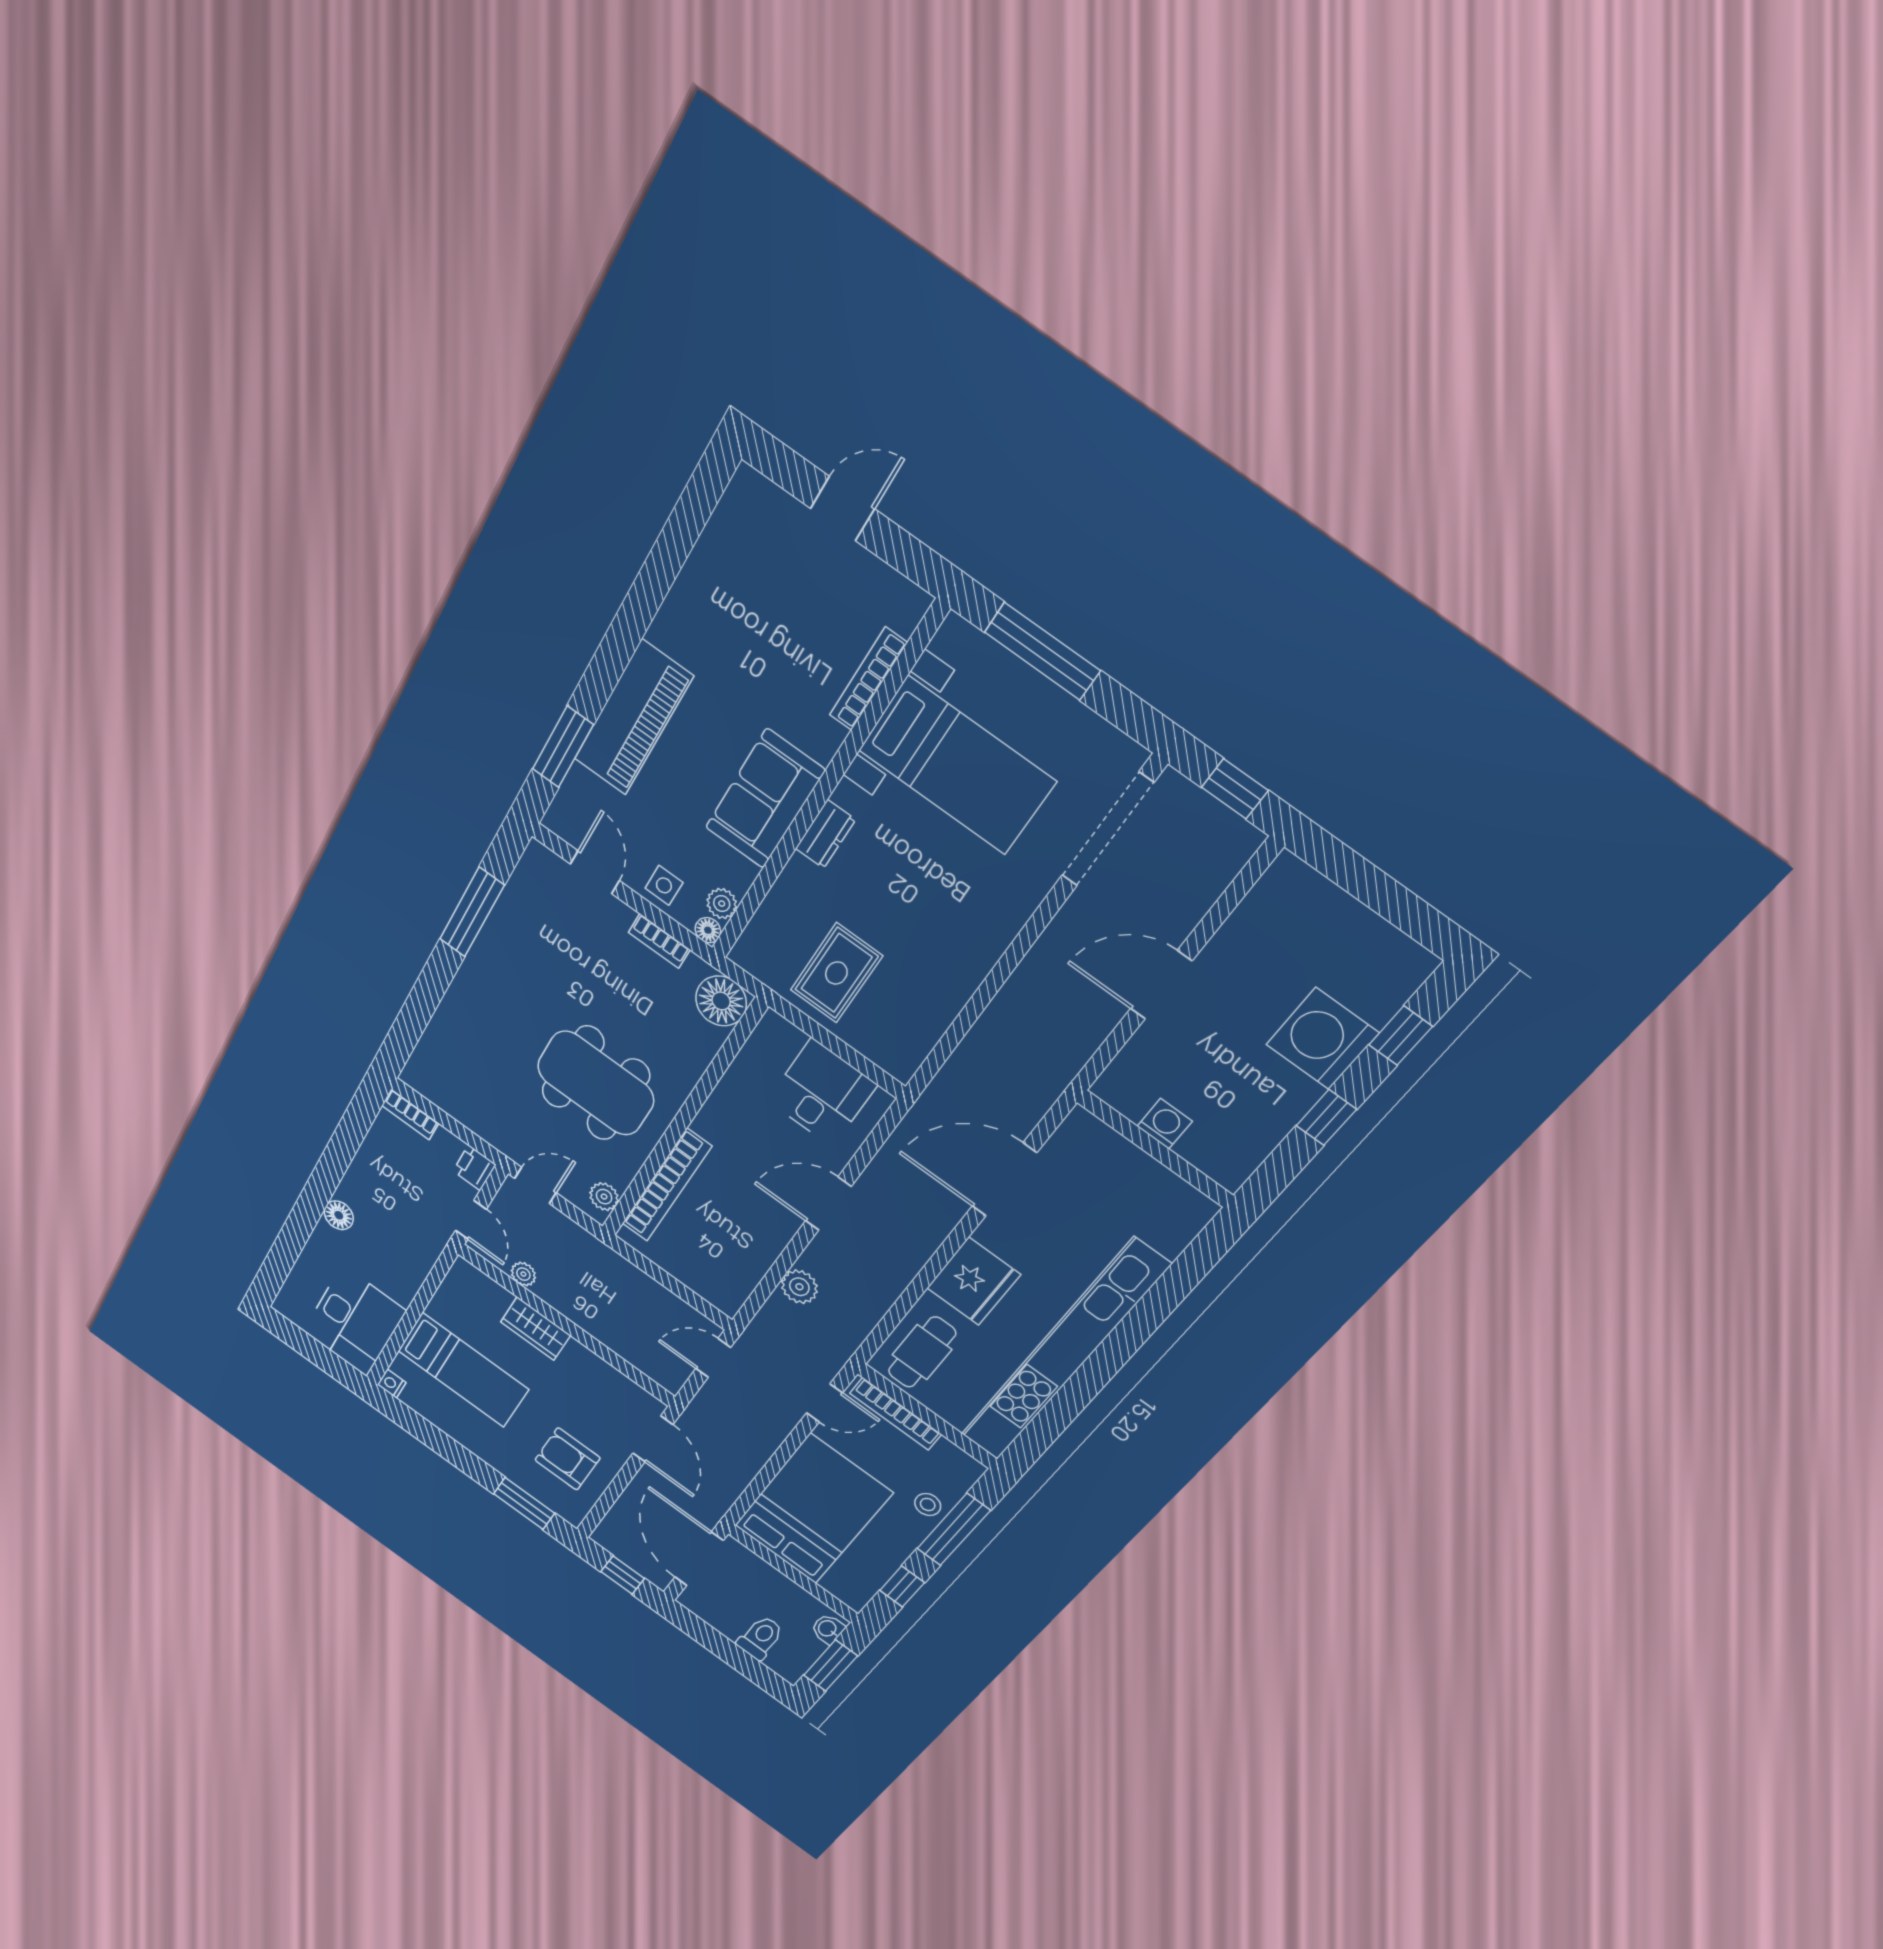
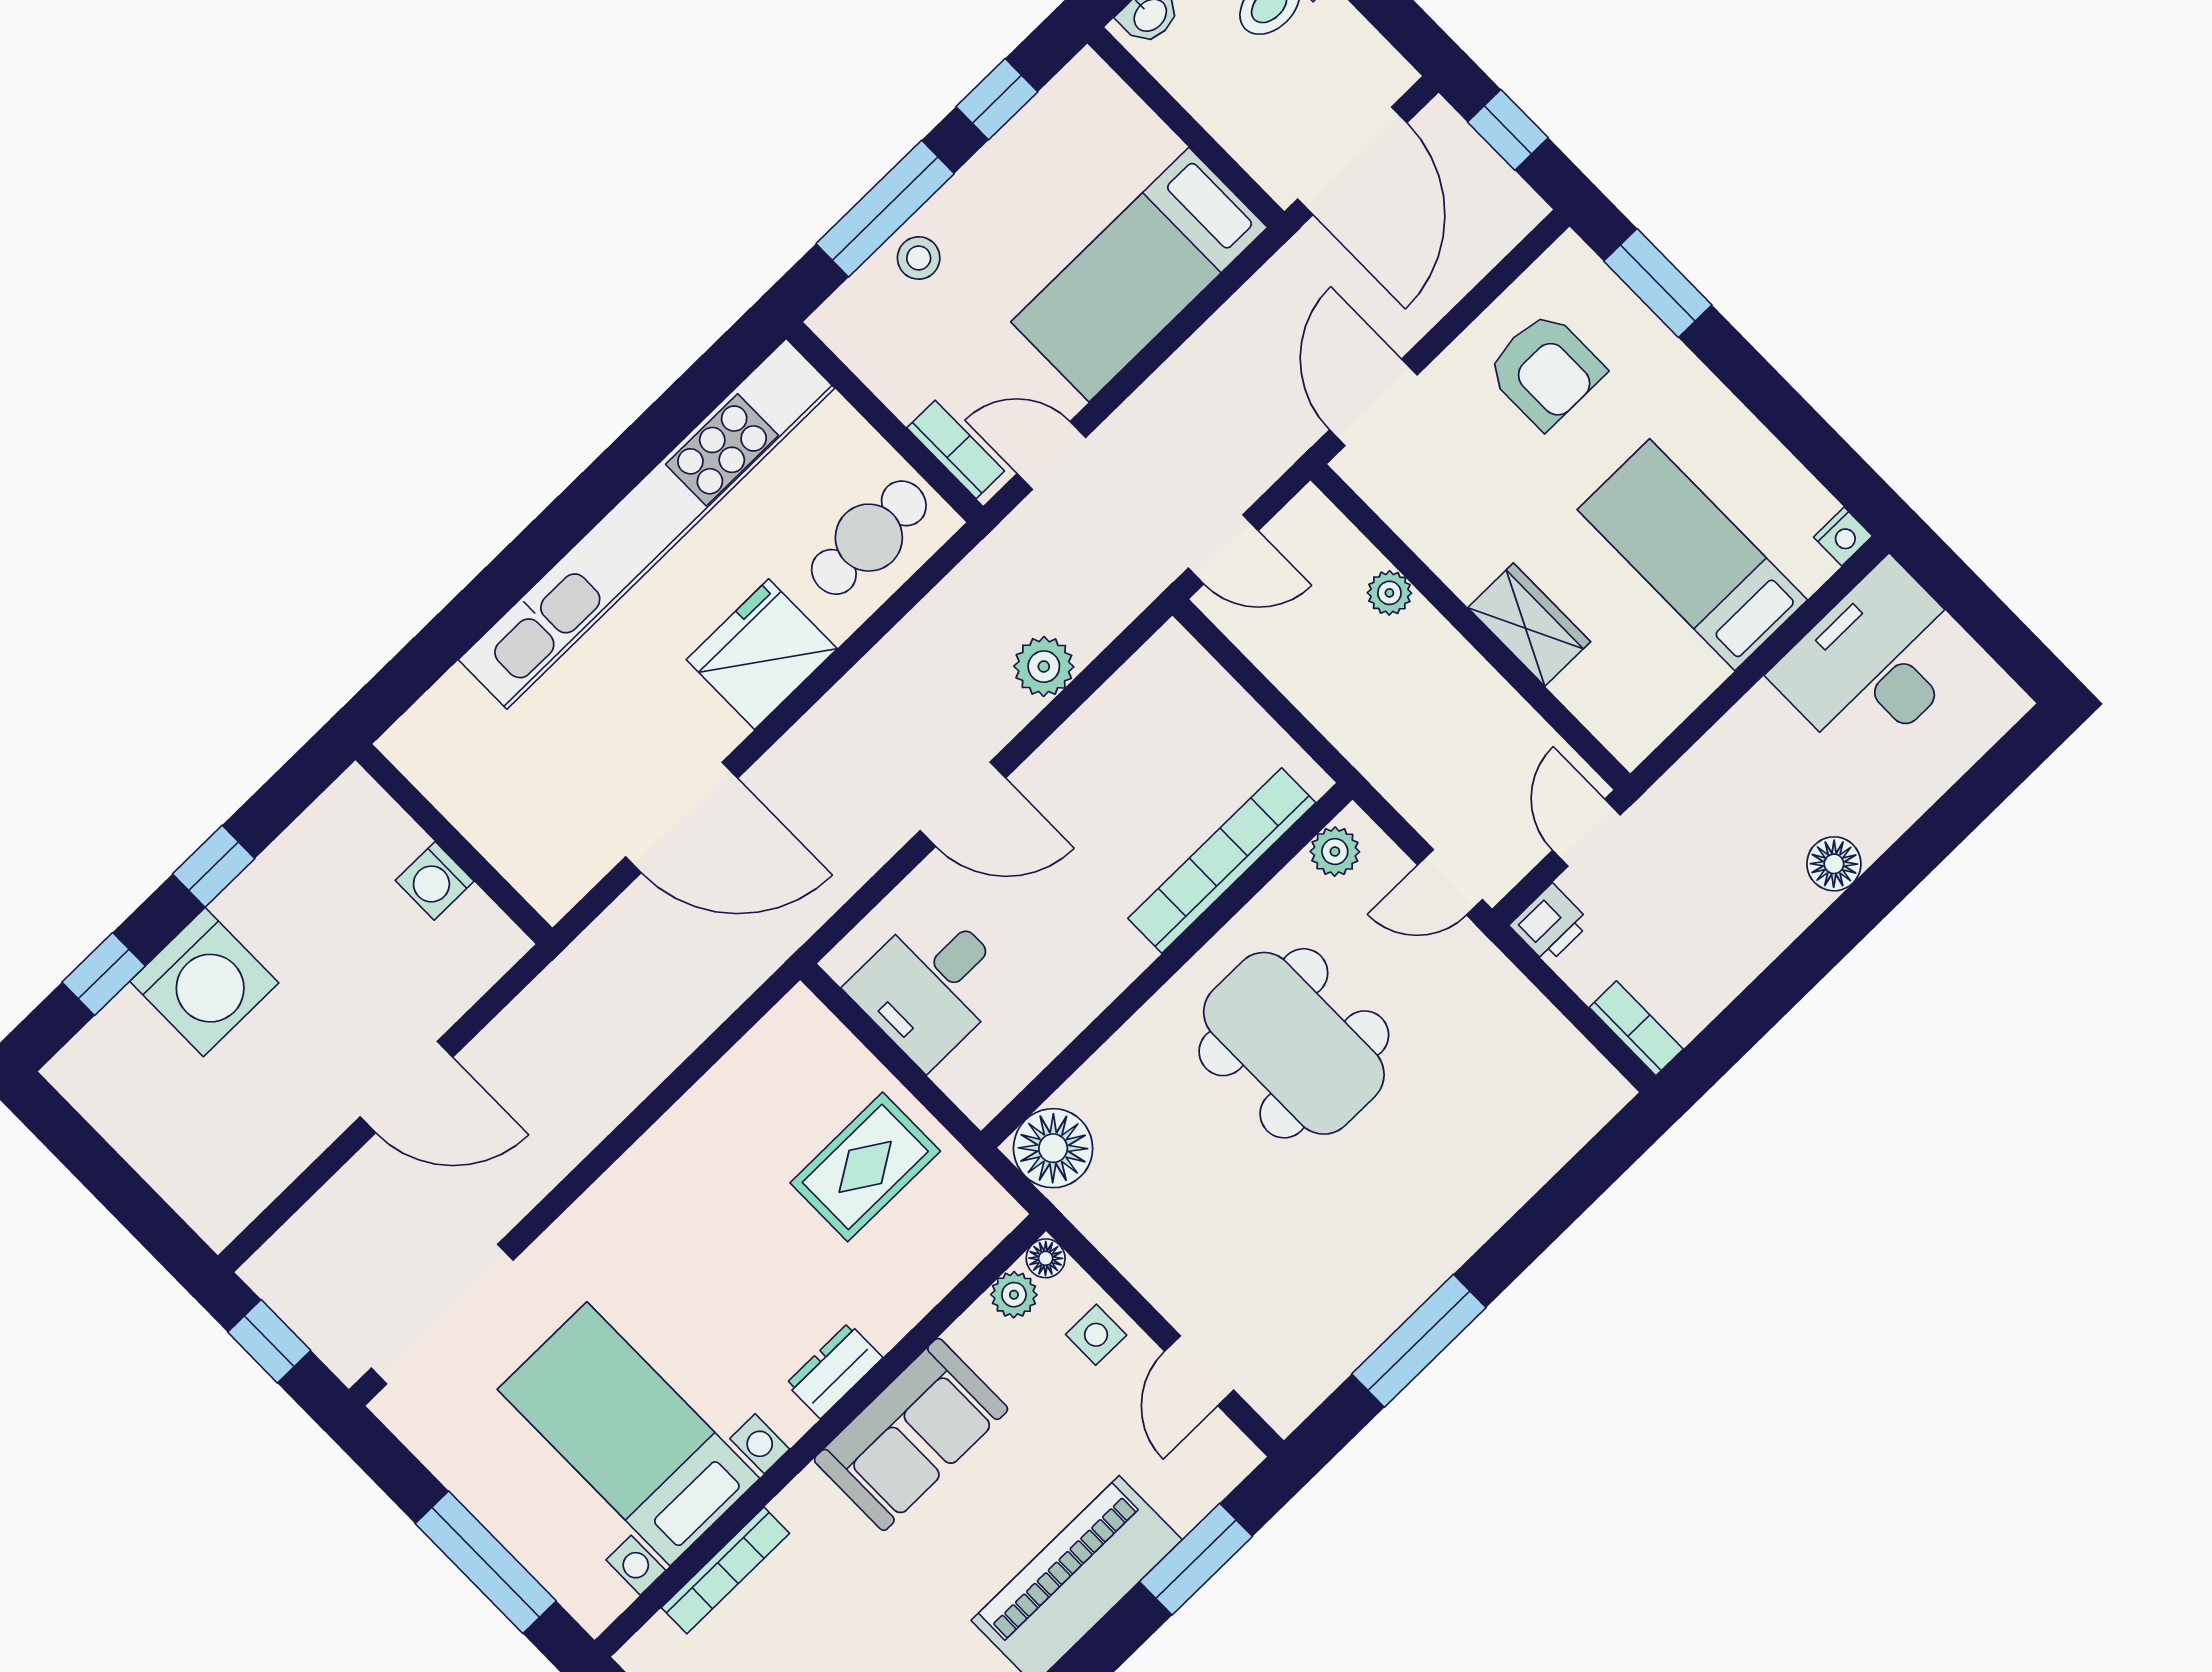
bookcase: (659, 941) -> (1126, 1253), removed
plant: (523, 1274) -> (1389, 593), moved
bookcase: (896, 1414) -> (956, 449), width x0.64
bed: (813, 1509) -> (1139, 275), width x0.67

